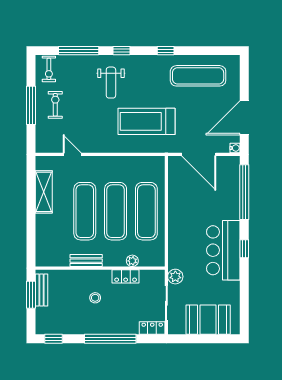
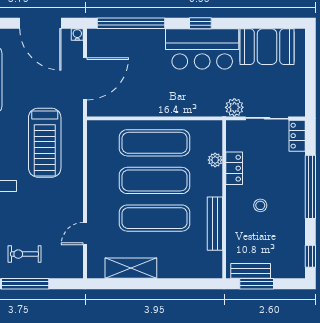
bench: (86, 261) -> (215, 224), width x1.36
booth: (208, 320) -> (267, 47), moved, turned 90

